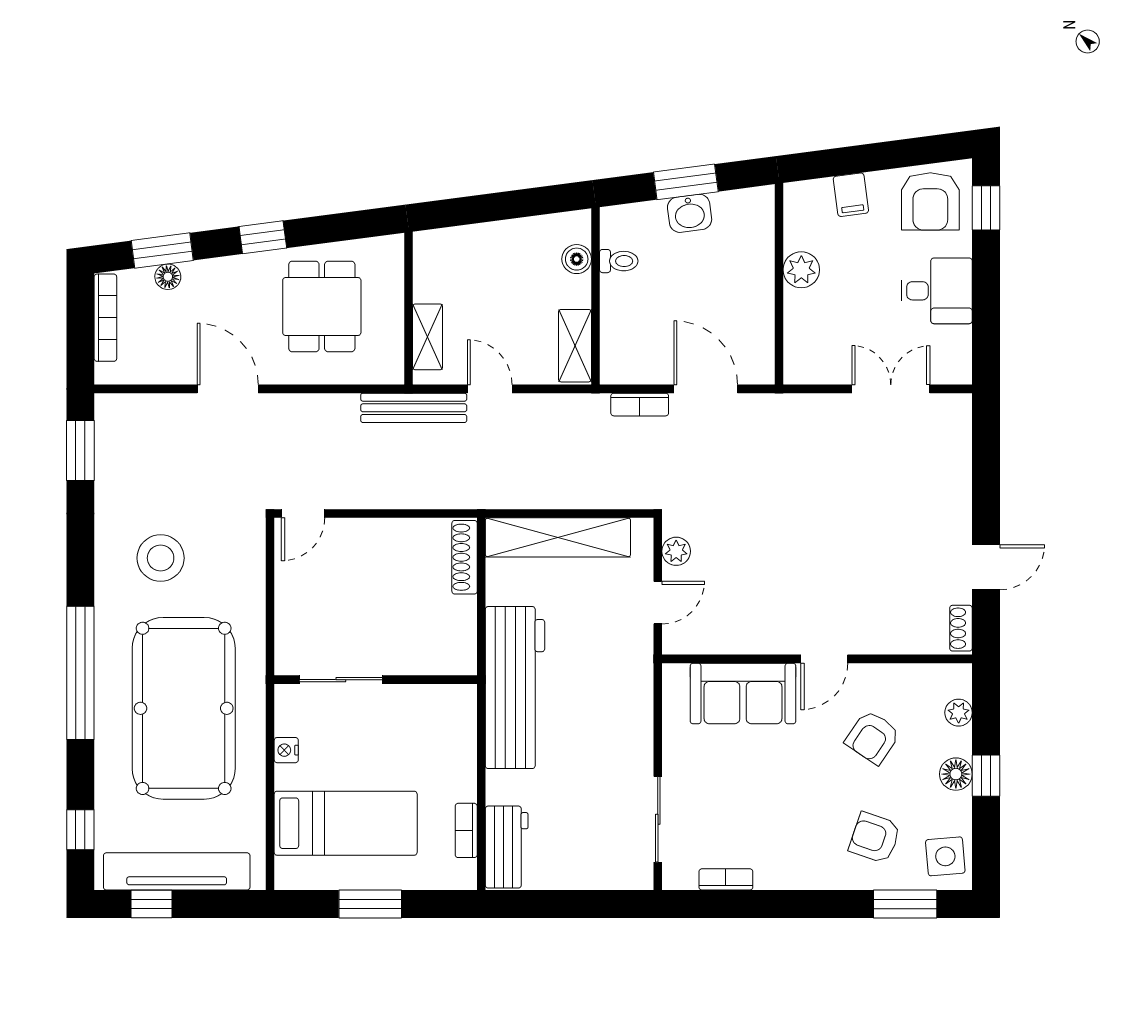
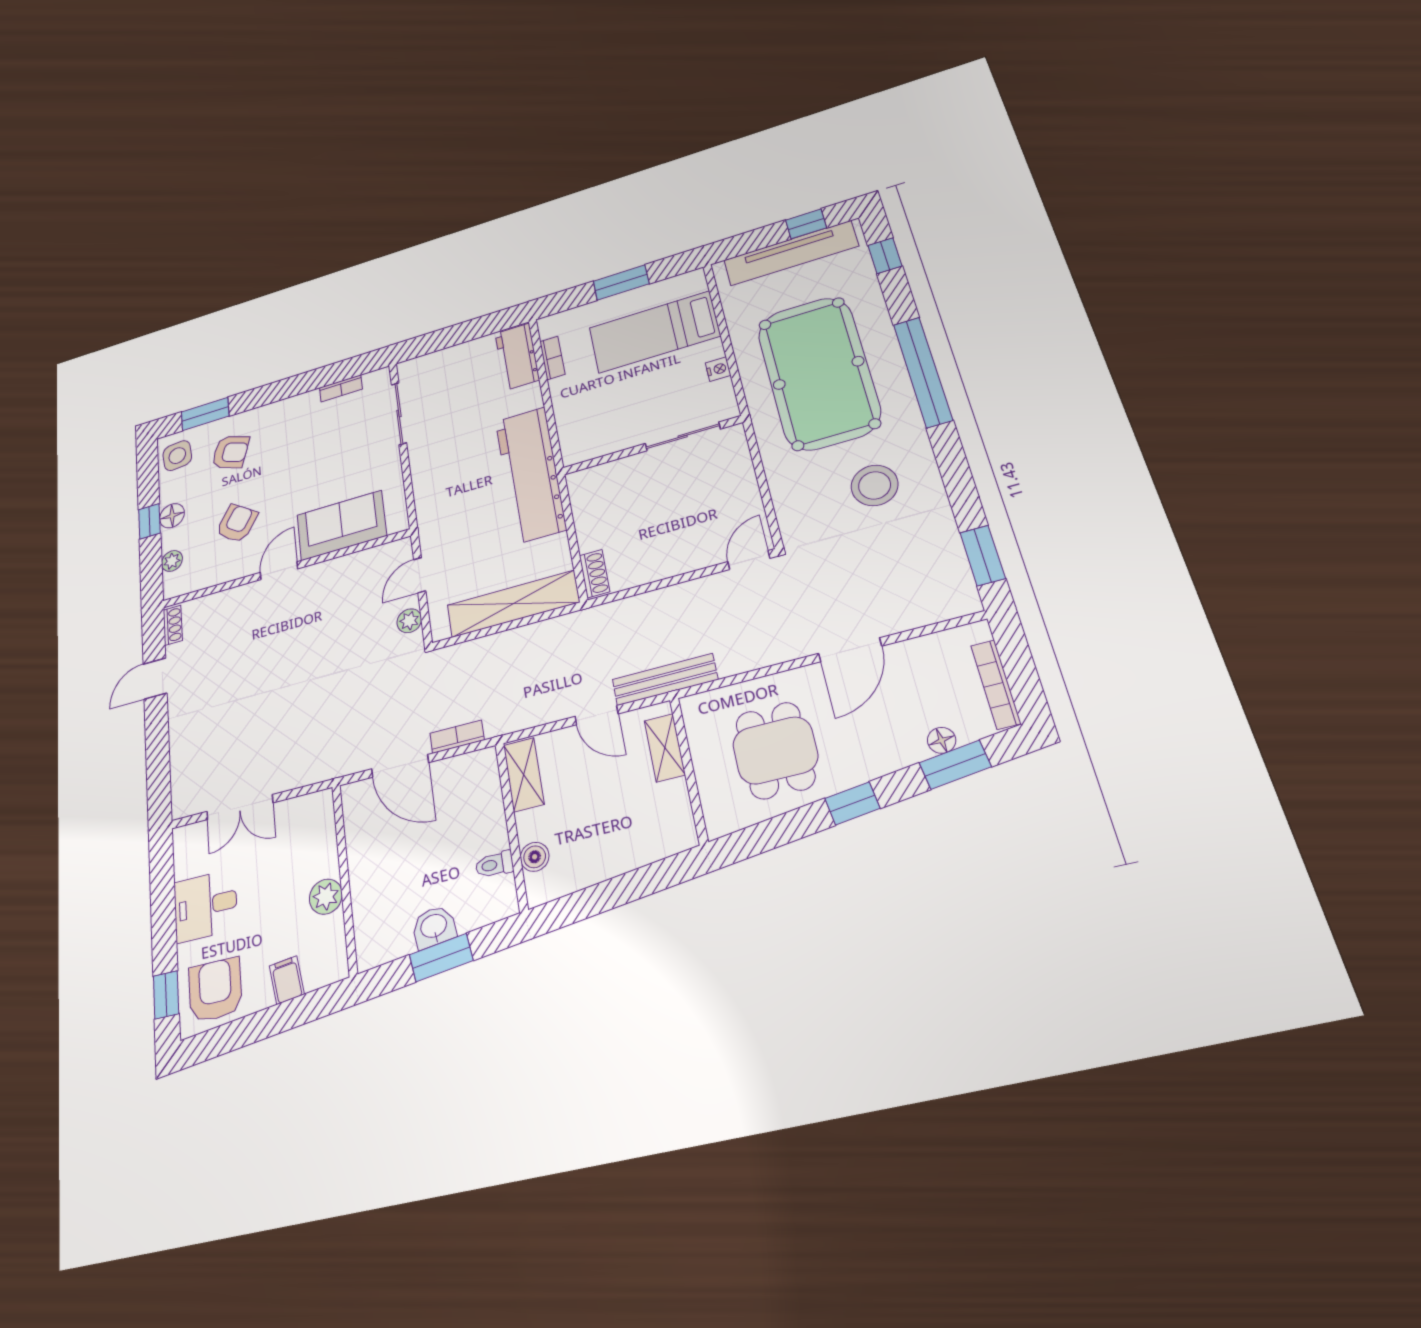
door: (228, 389) -> (850, 650), hinge flipped
shoe rack: (465, 557) -> (595, 574), width x0.70

